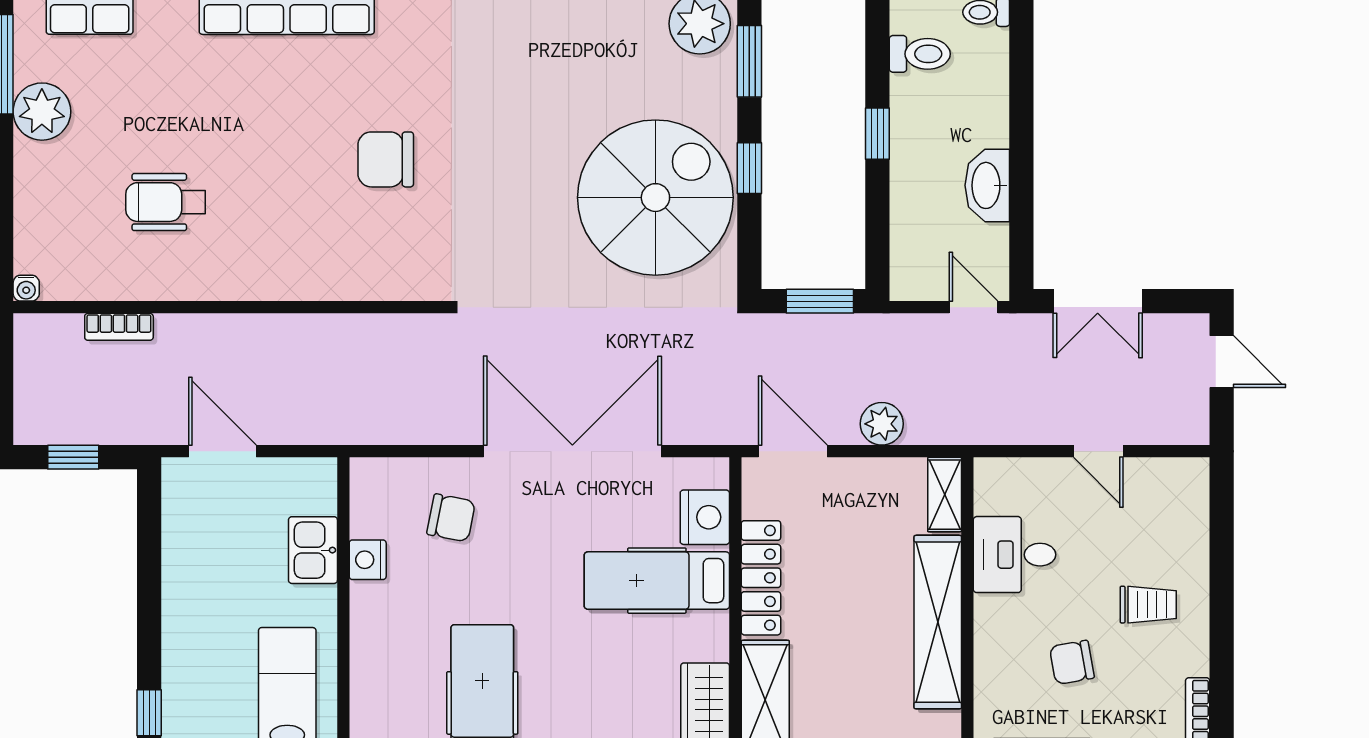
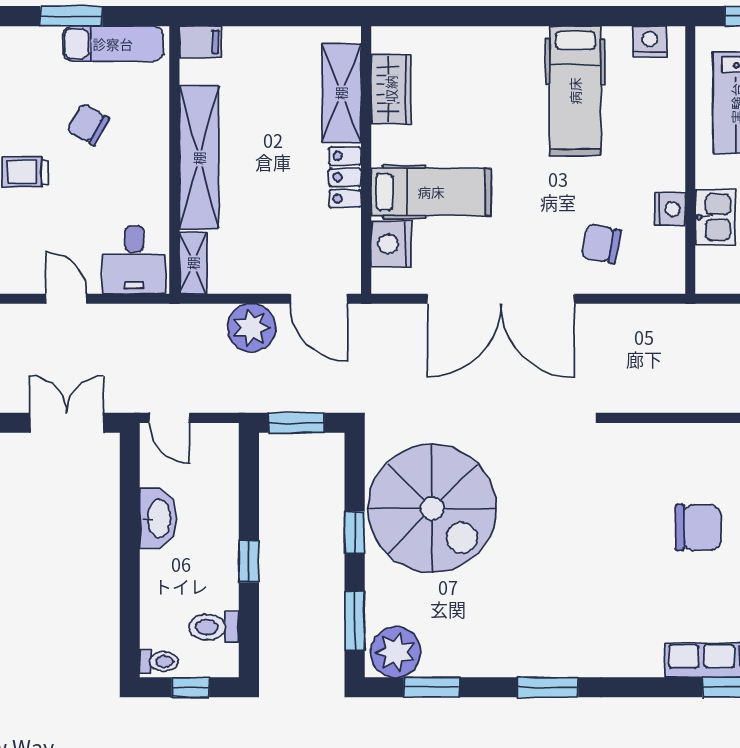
chair: (386, 159) -> (698, 527), moved
spiral stairs: (655, 198) -> (432, 508), turned -90
plant: (882, 424) -> (252, 328), width x1.36, depth x1.36
desk: (1015, 555) -> (134, 260), moved, turned 90
locker: (761, 578) -> (345, 177), width x0.66
chair: (1072, 662) -> (88, 124), turned -141

